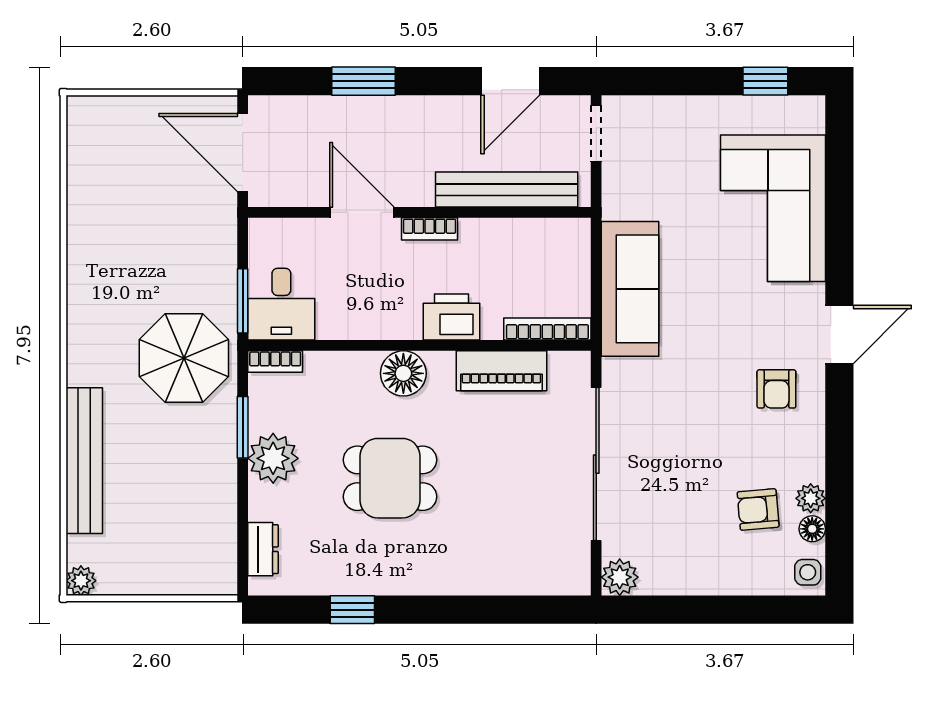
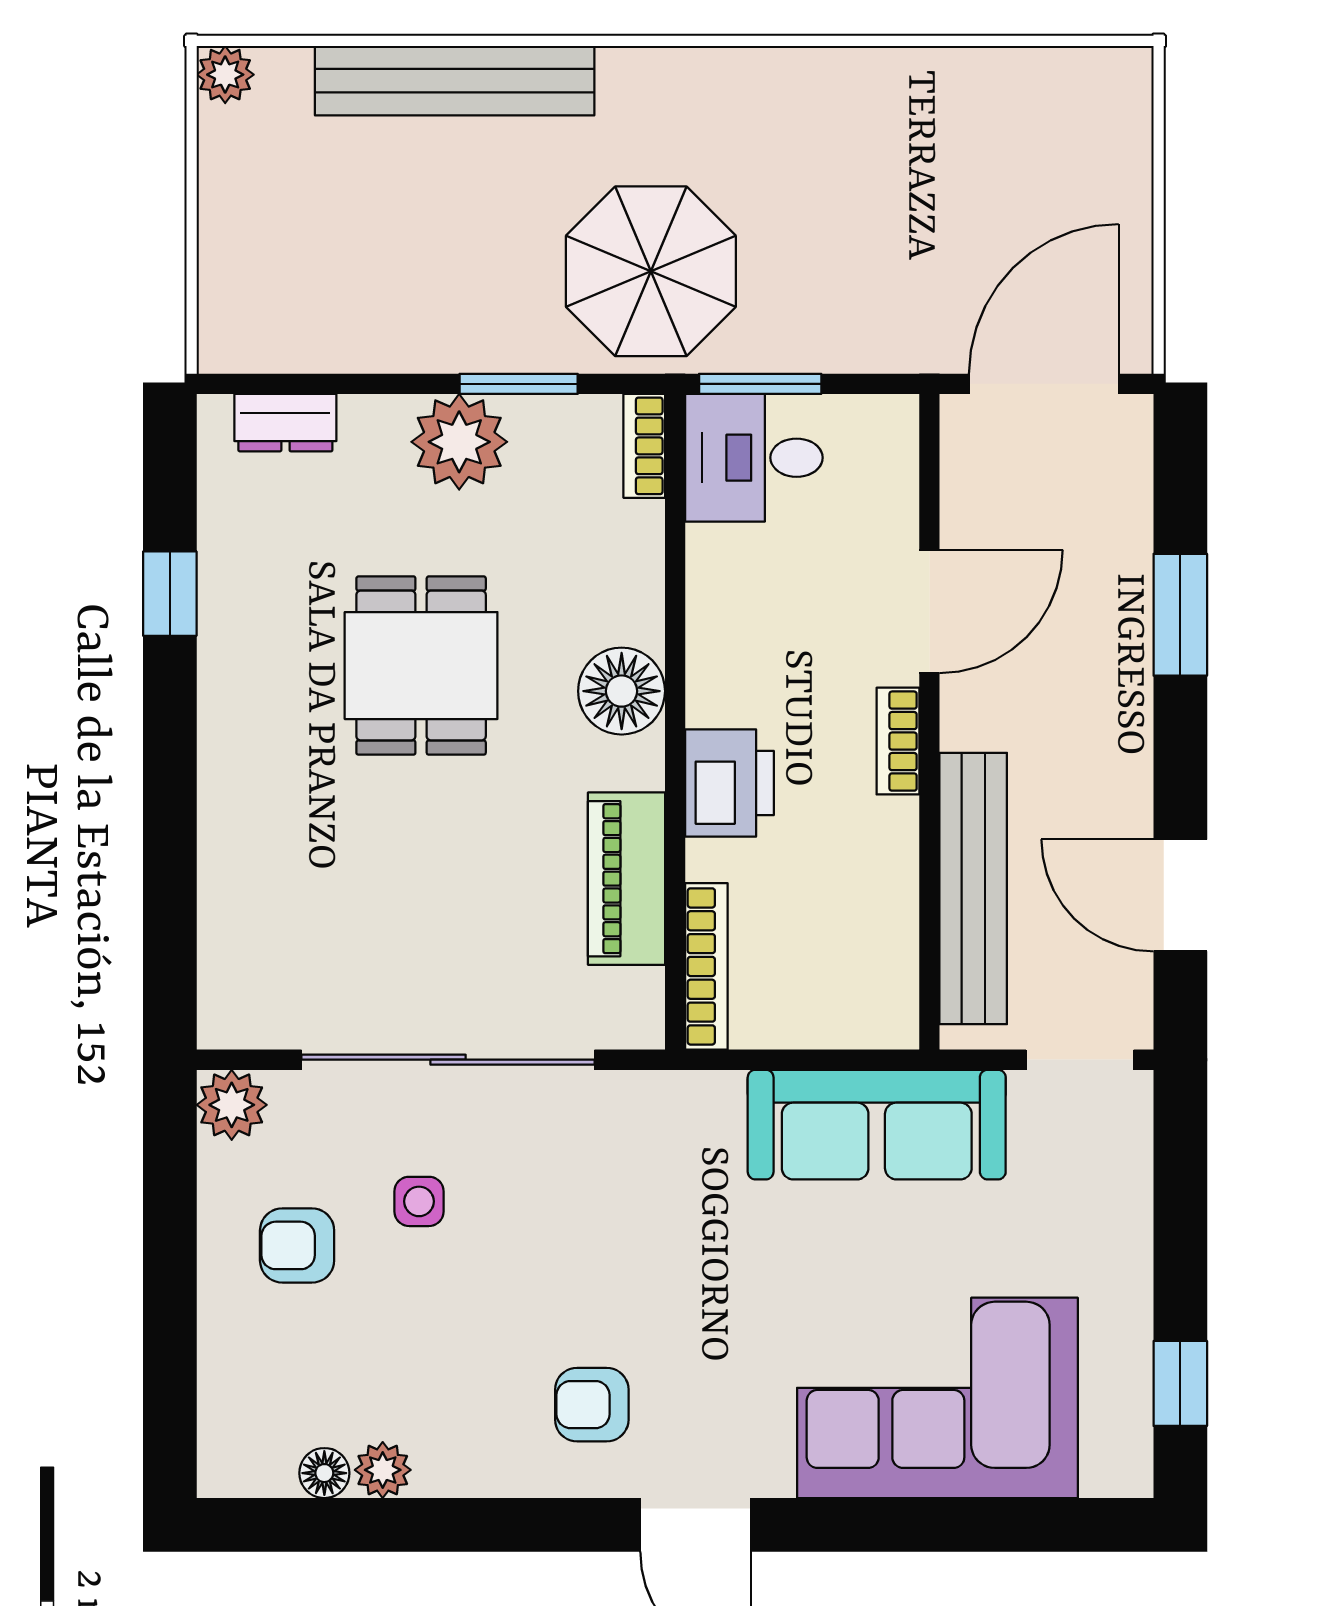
sofa: (630, 289) -> (877, 1125), moved
armchair: (758, 510) -> (297, 1245), moved, turned -85
side table: (808, 572) -> (419, 1201), moved

